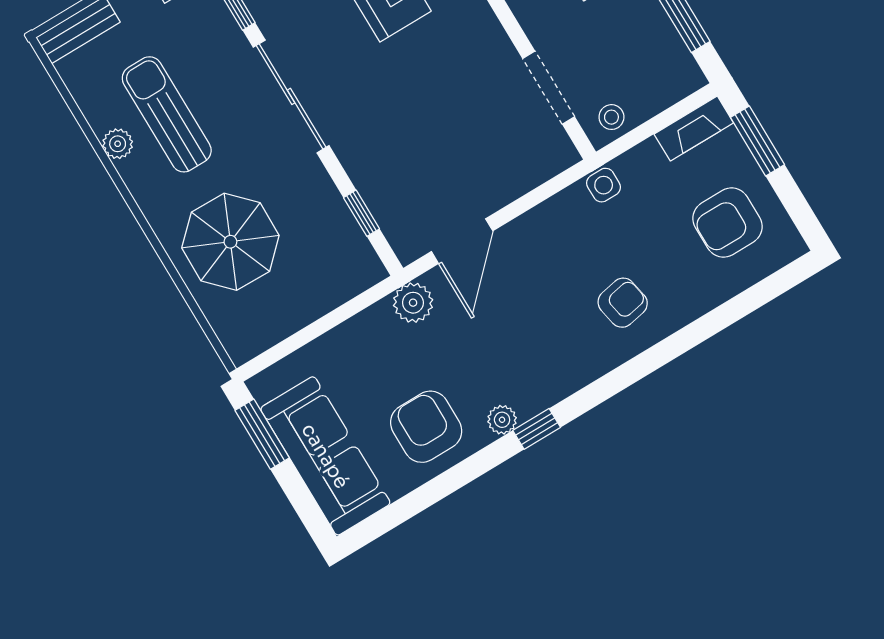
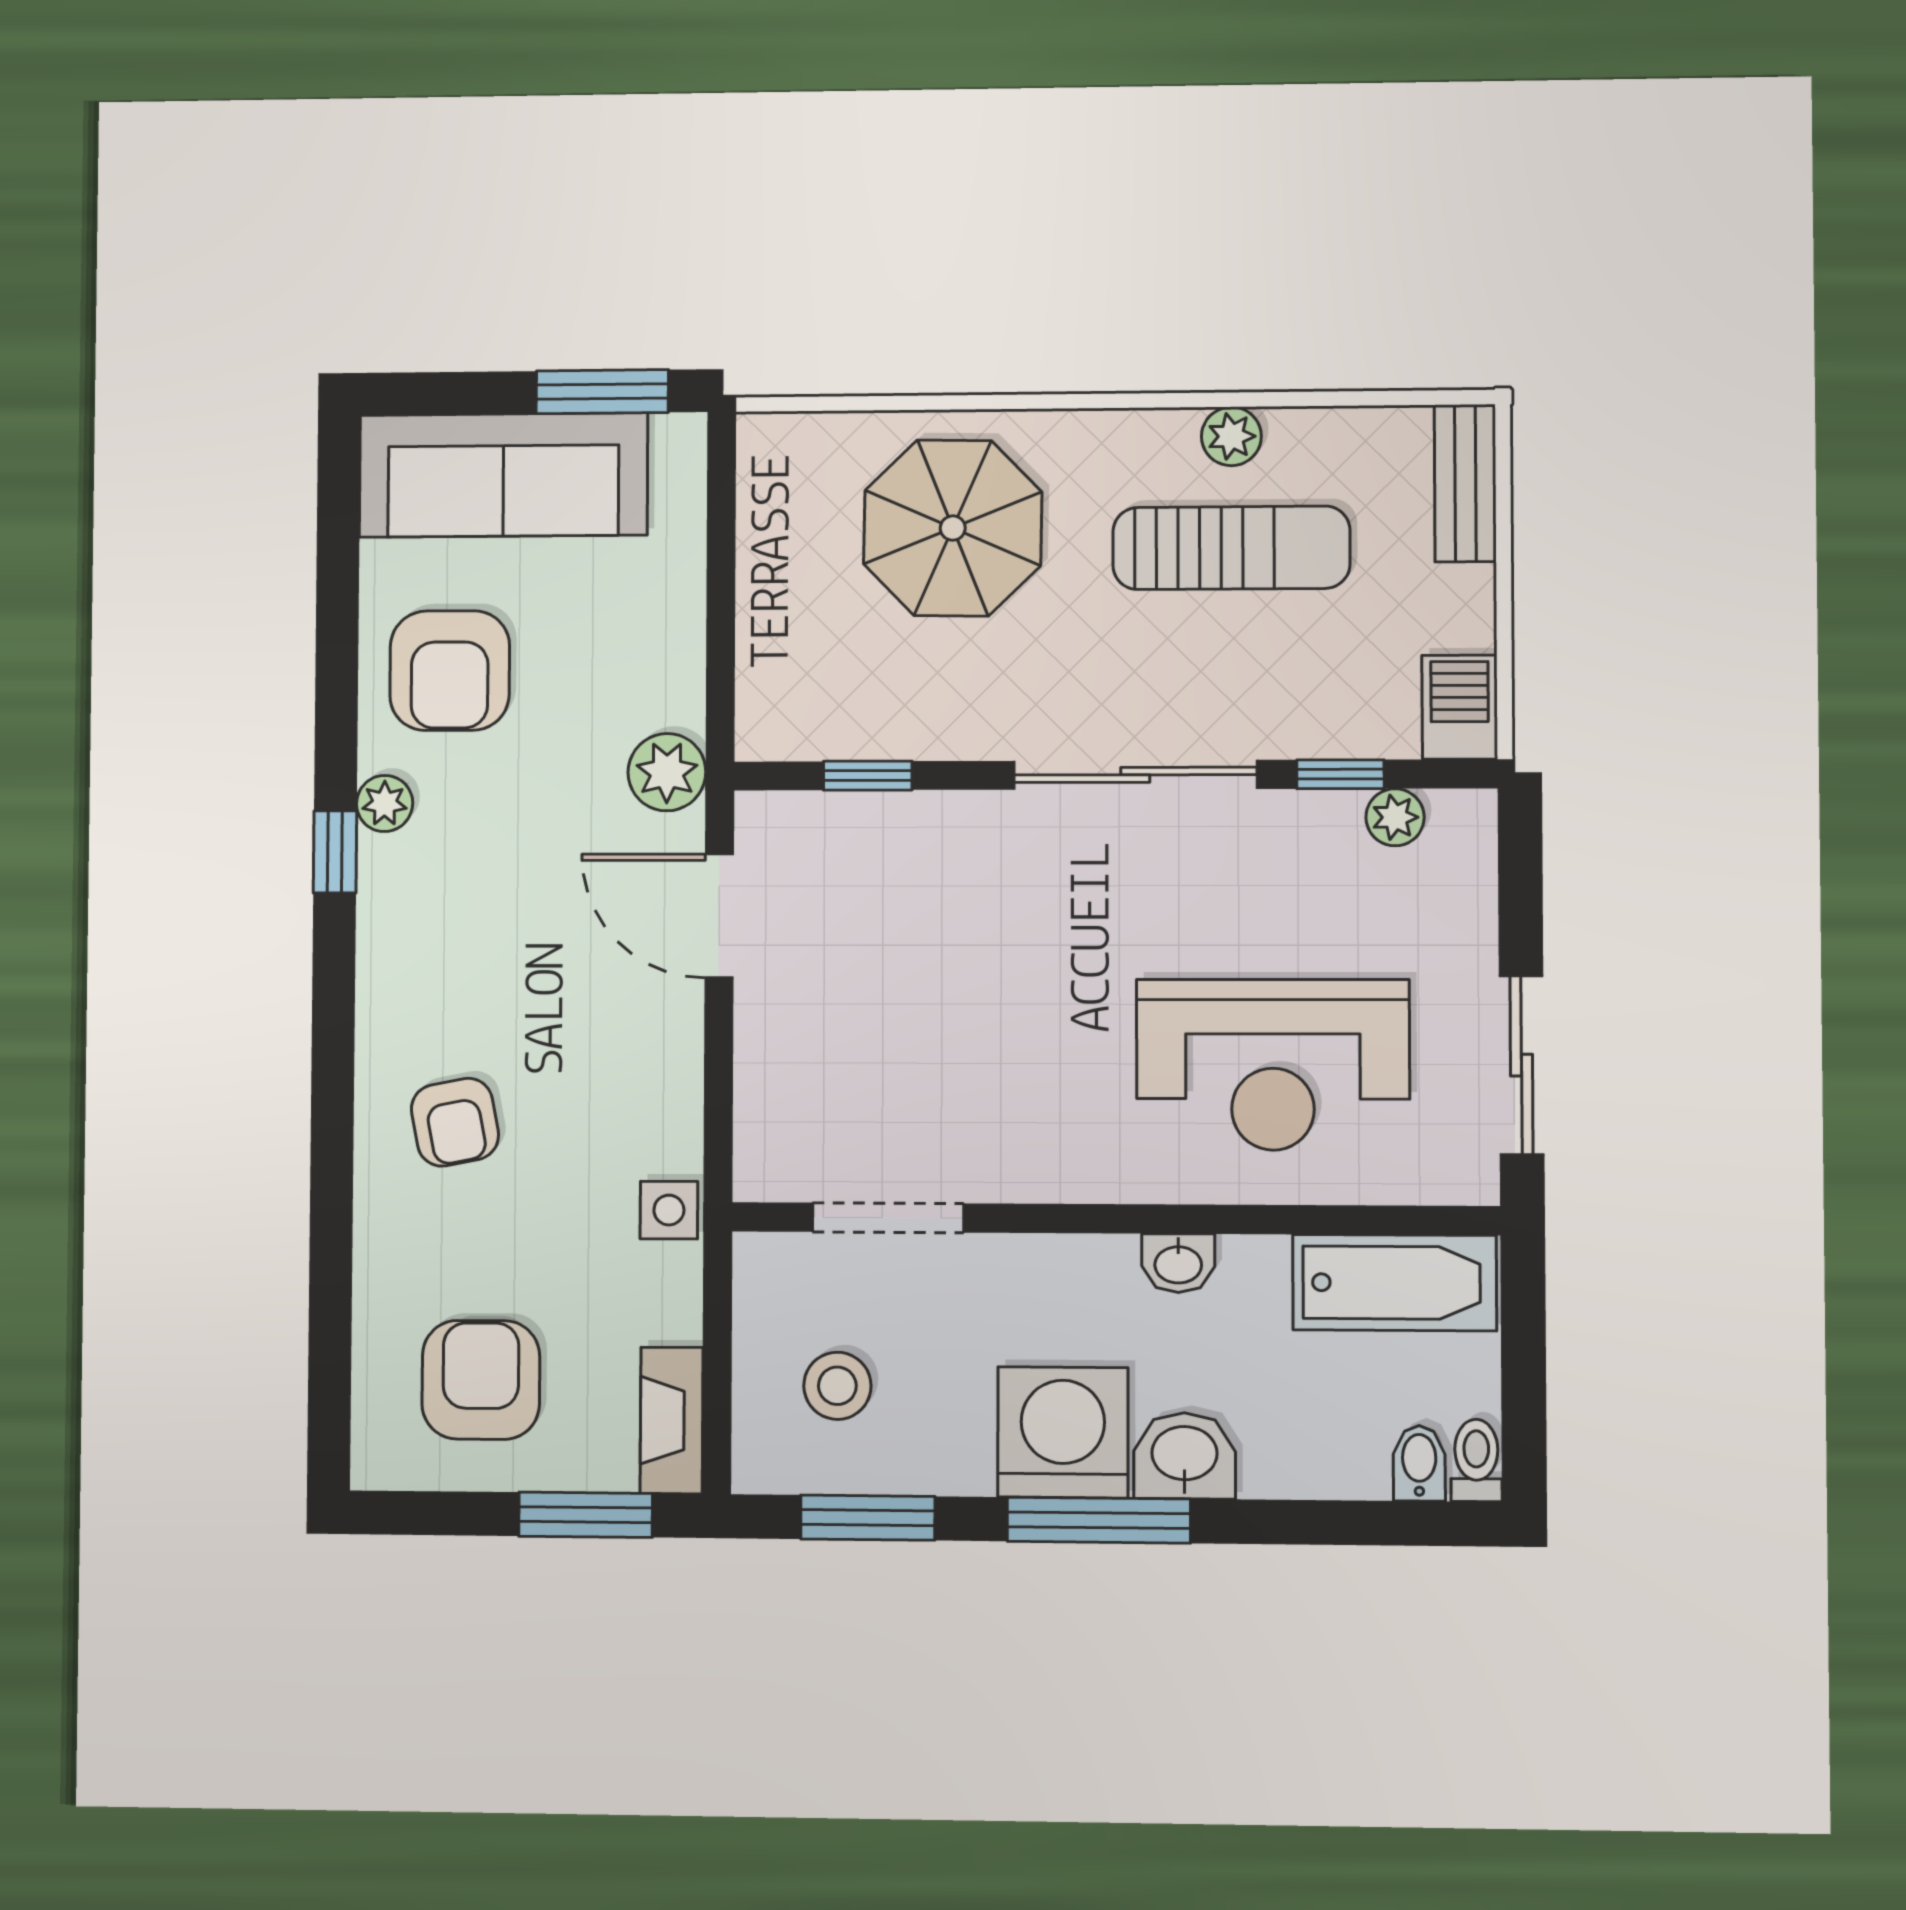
stool: (611, 117) -> (837, 1386), moved, width x1.37, depth x1.37
armchair: (426, 427) -> (450, 671), turned 90

